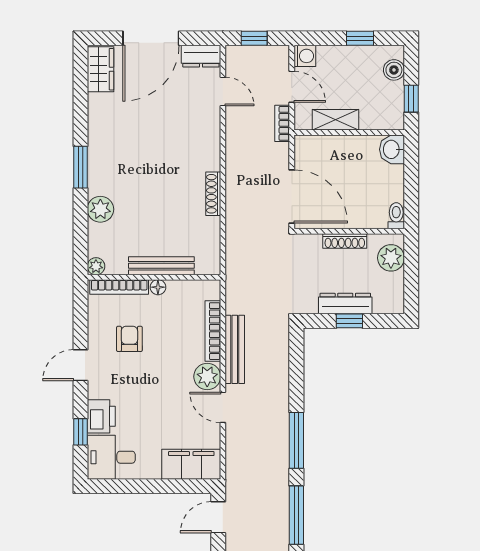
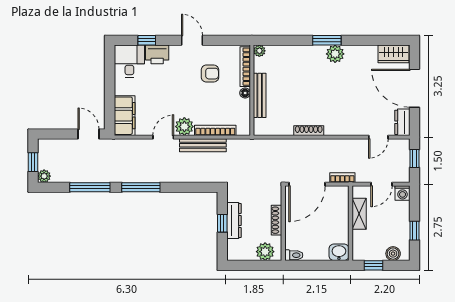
bookcase: (282, 123) -> (342, 178), moved
plant: (100, 209) -> (335, 54), moved

